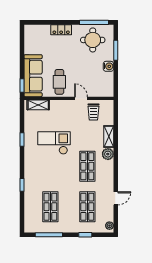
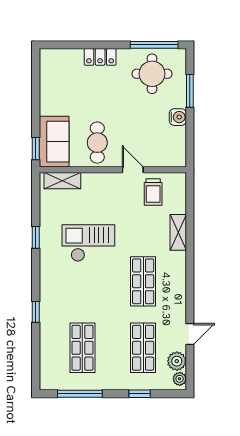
sofa: (33, 76) -> (54, 142), width x0.73
plant: (108, 154) -> (177, 361), moved

